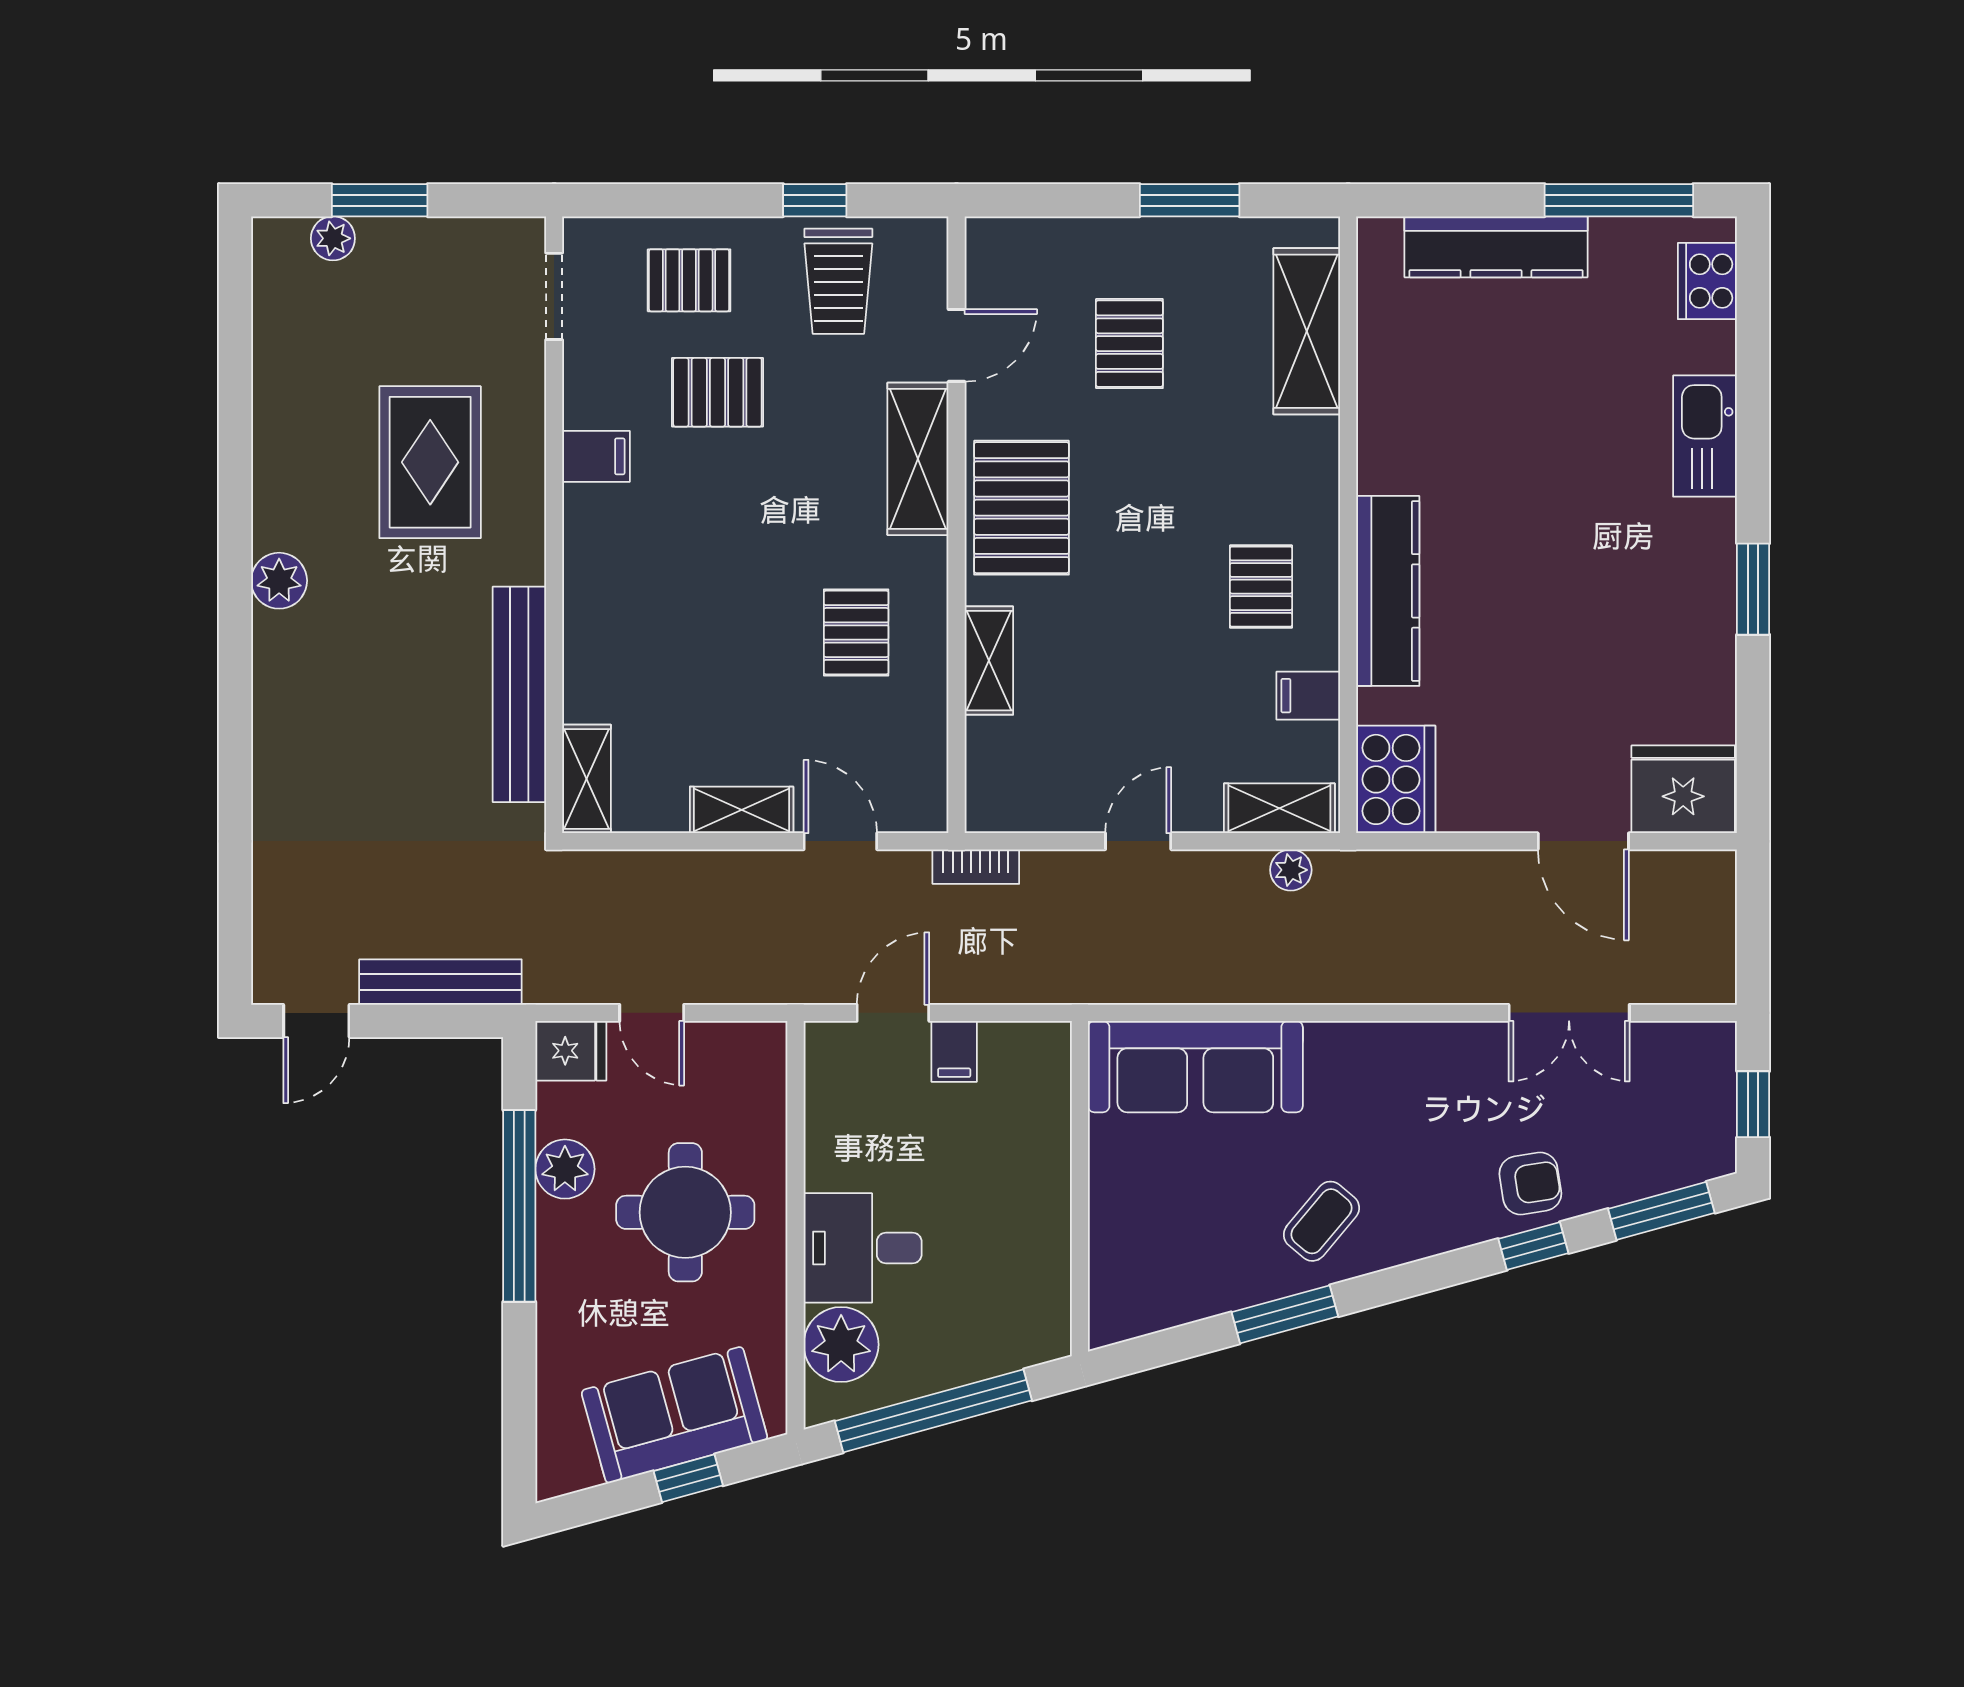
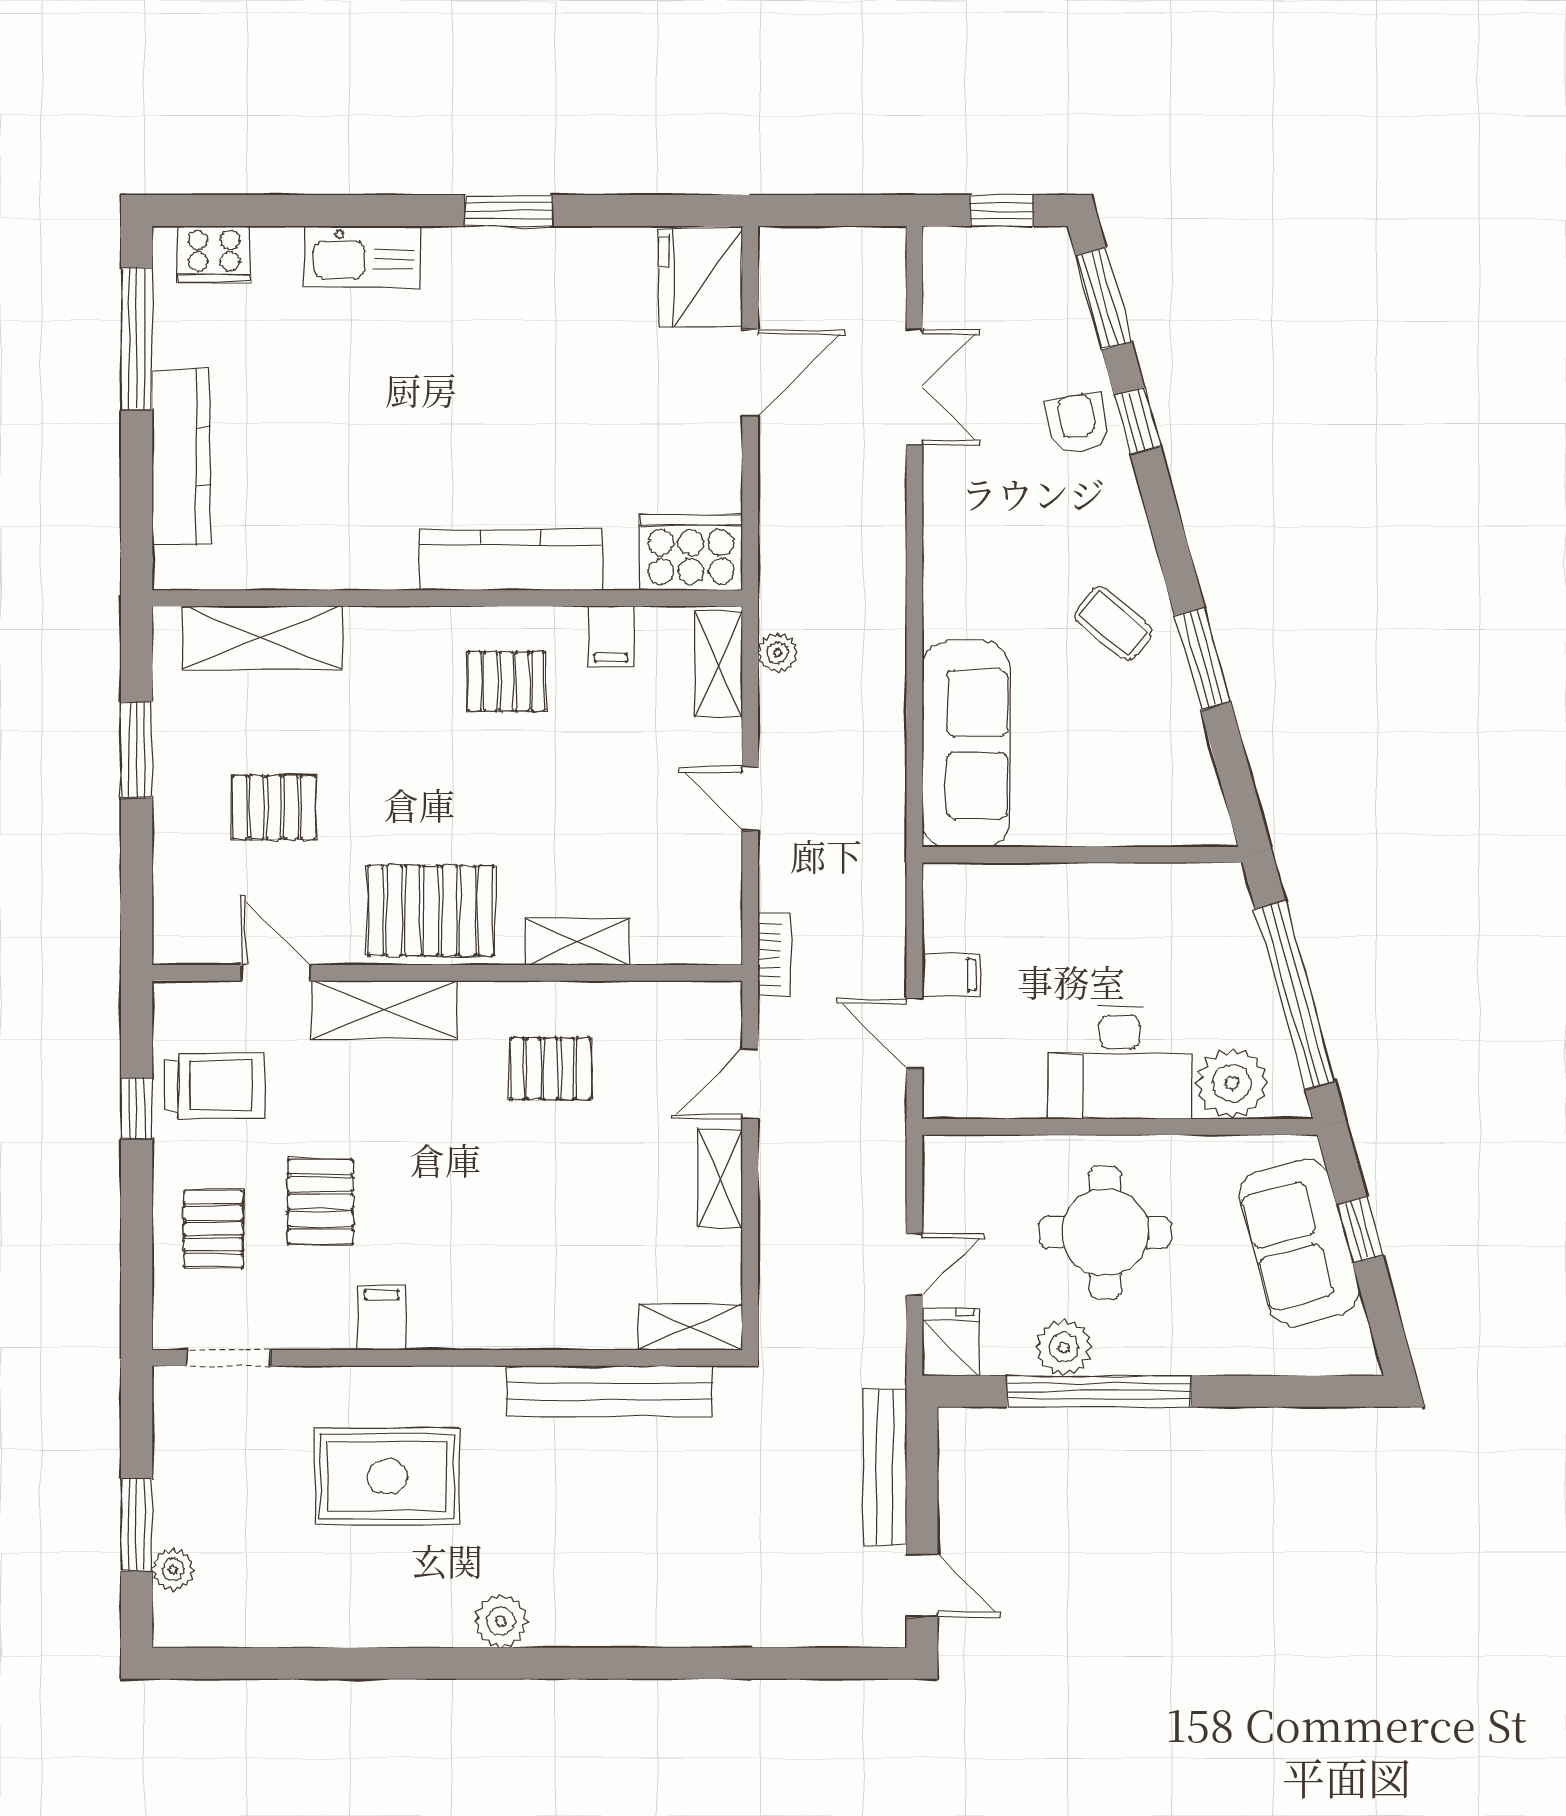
desk: (863, 1248) -> (1120, 1063), width x1.37

